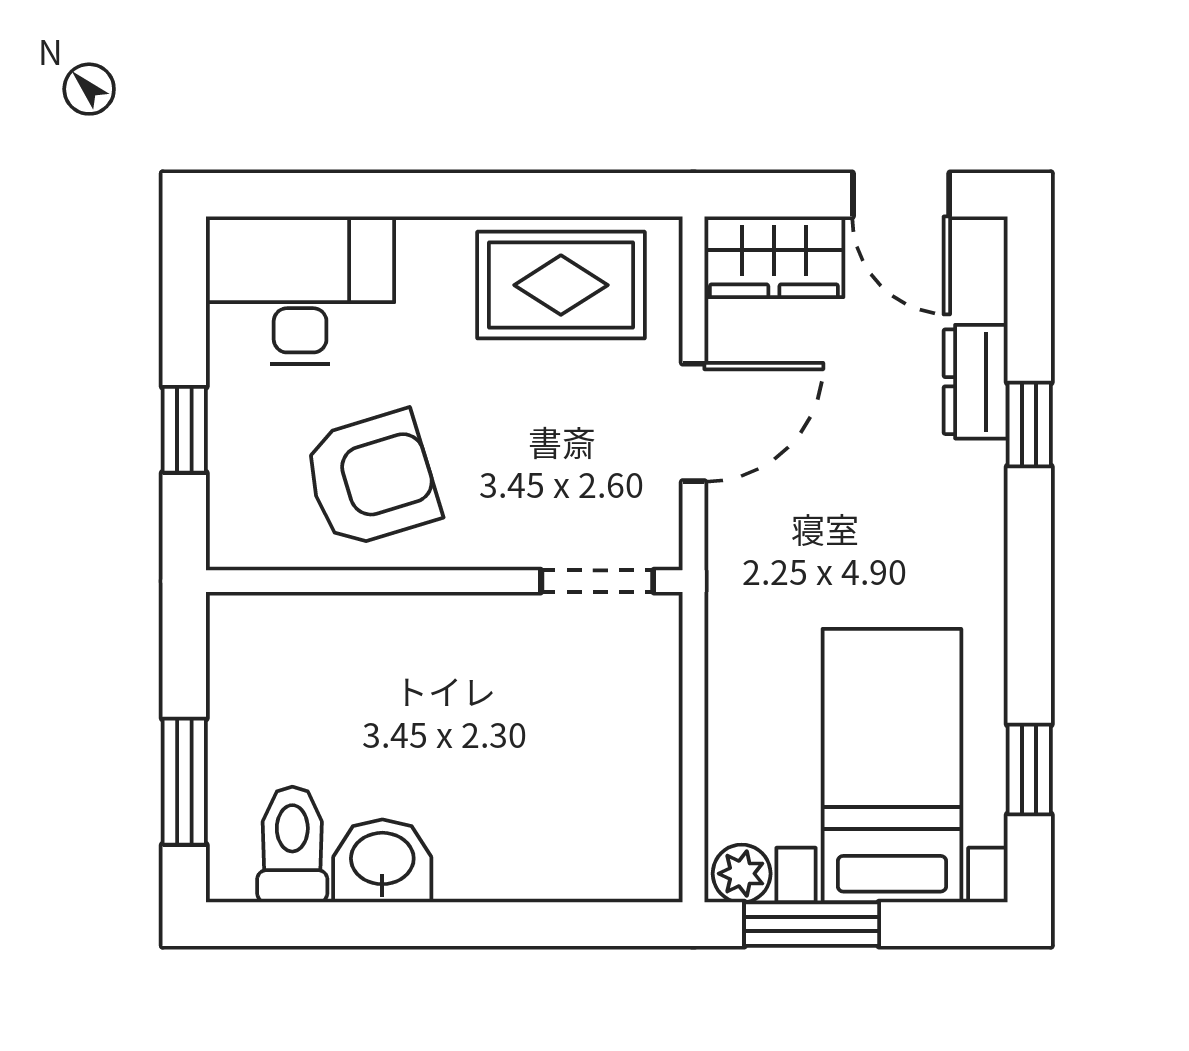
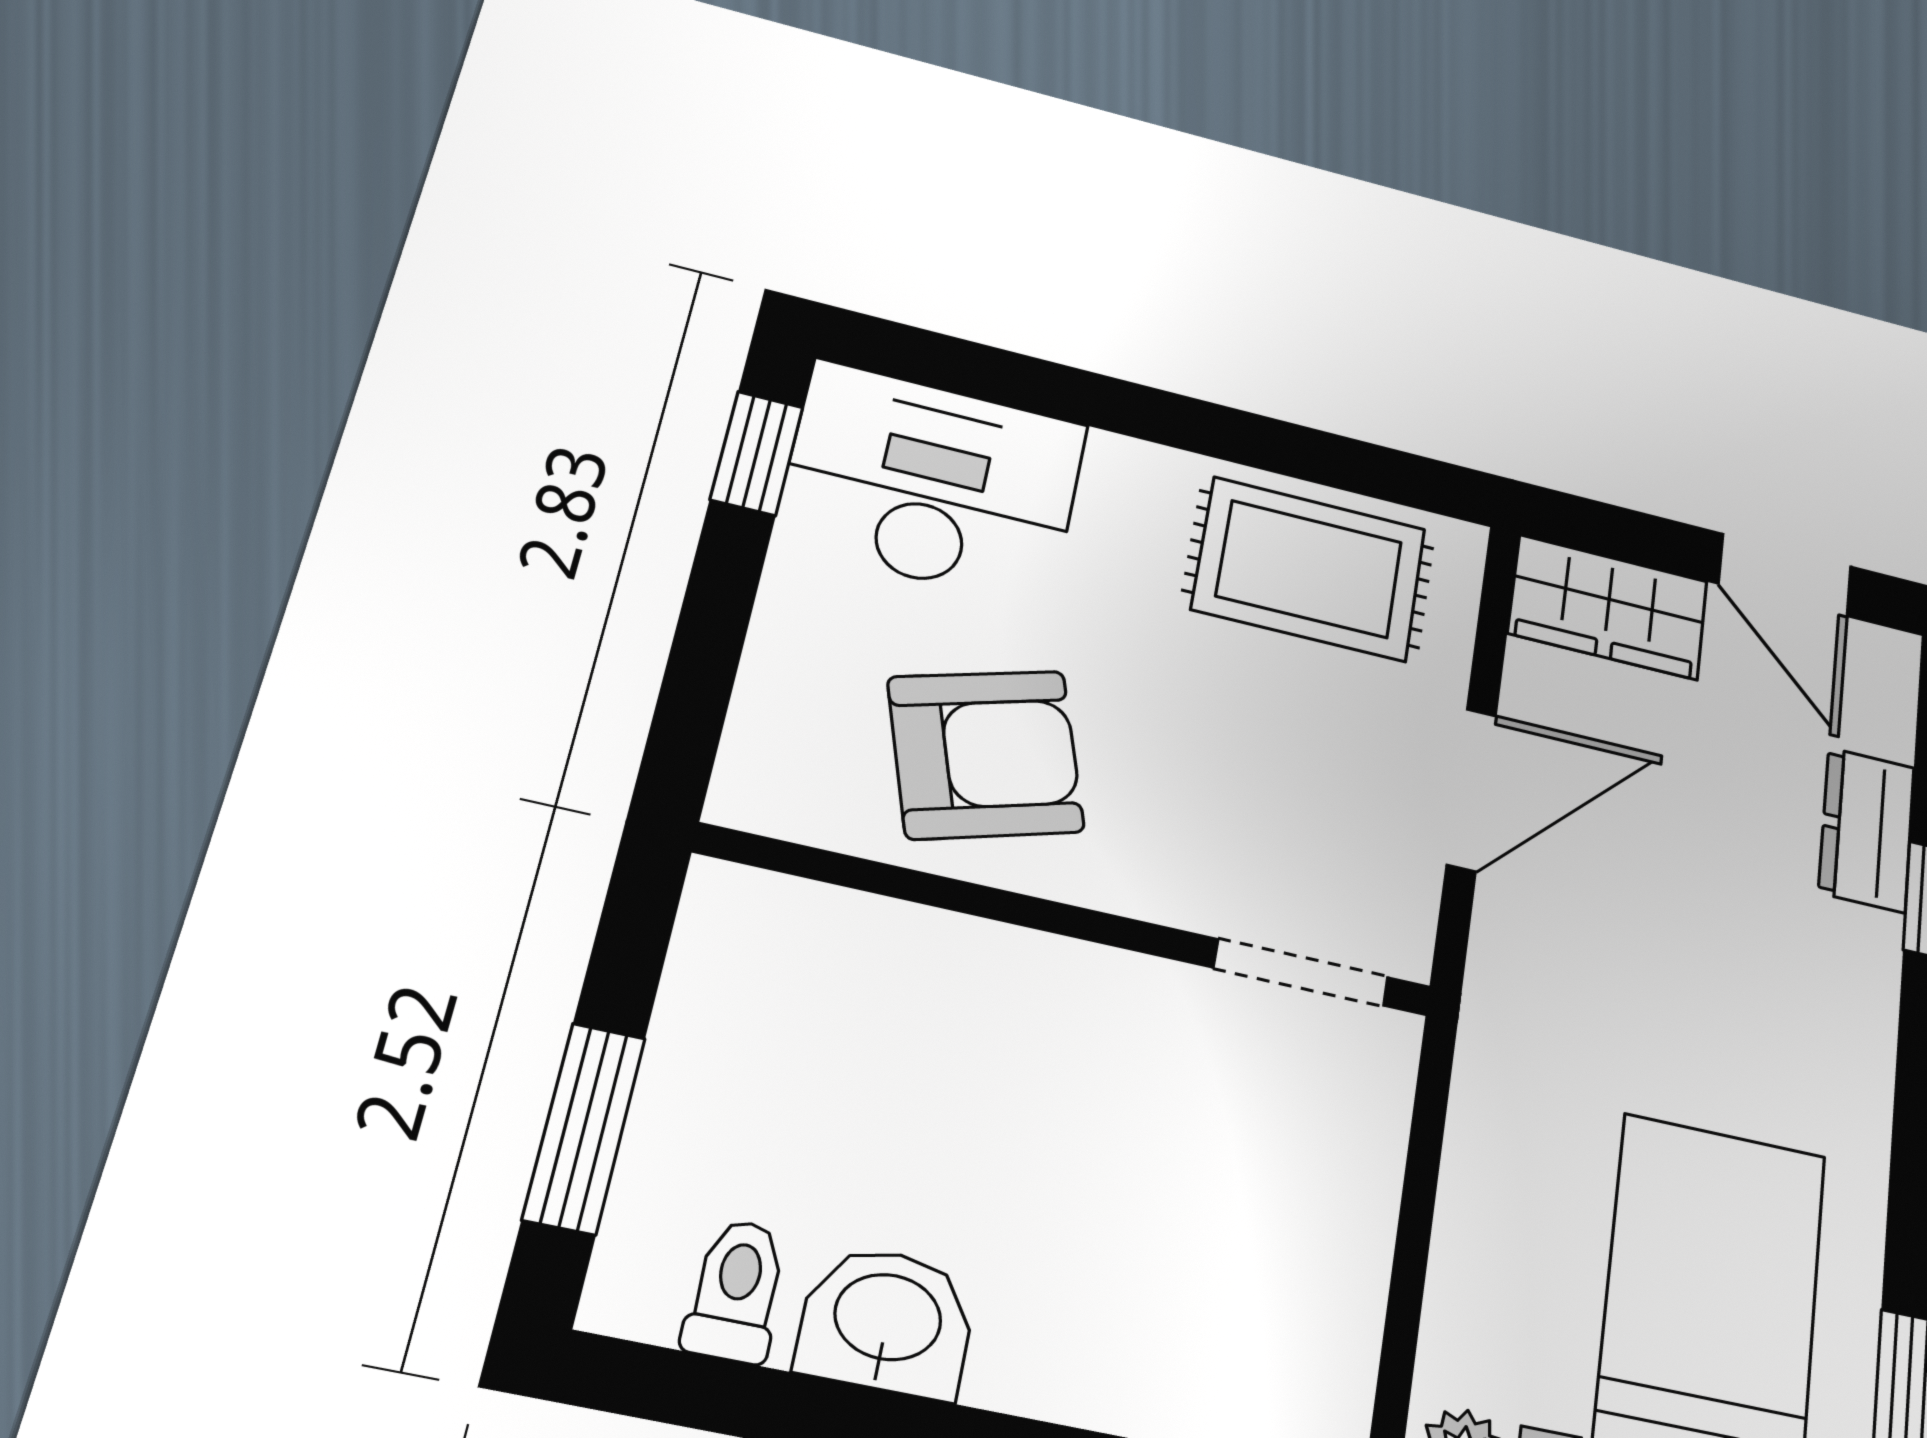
window: (184, 430) -> (757, 453), moved
toilet: (292, 845) -> (736, 1291), width x0.73, depth x0.72

